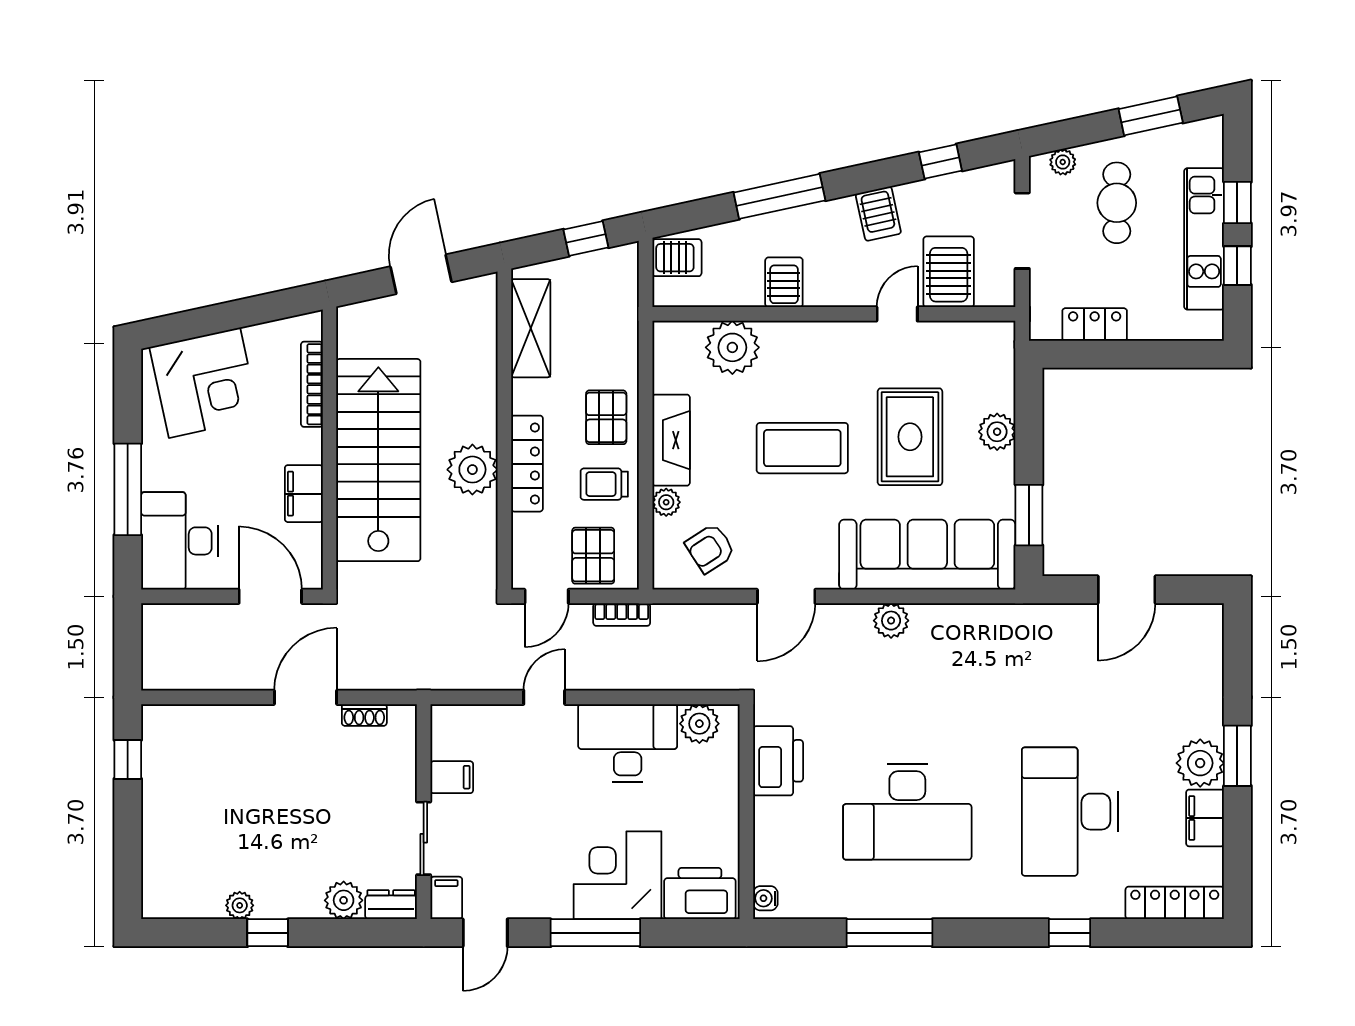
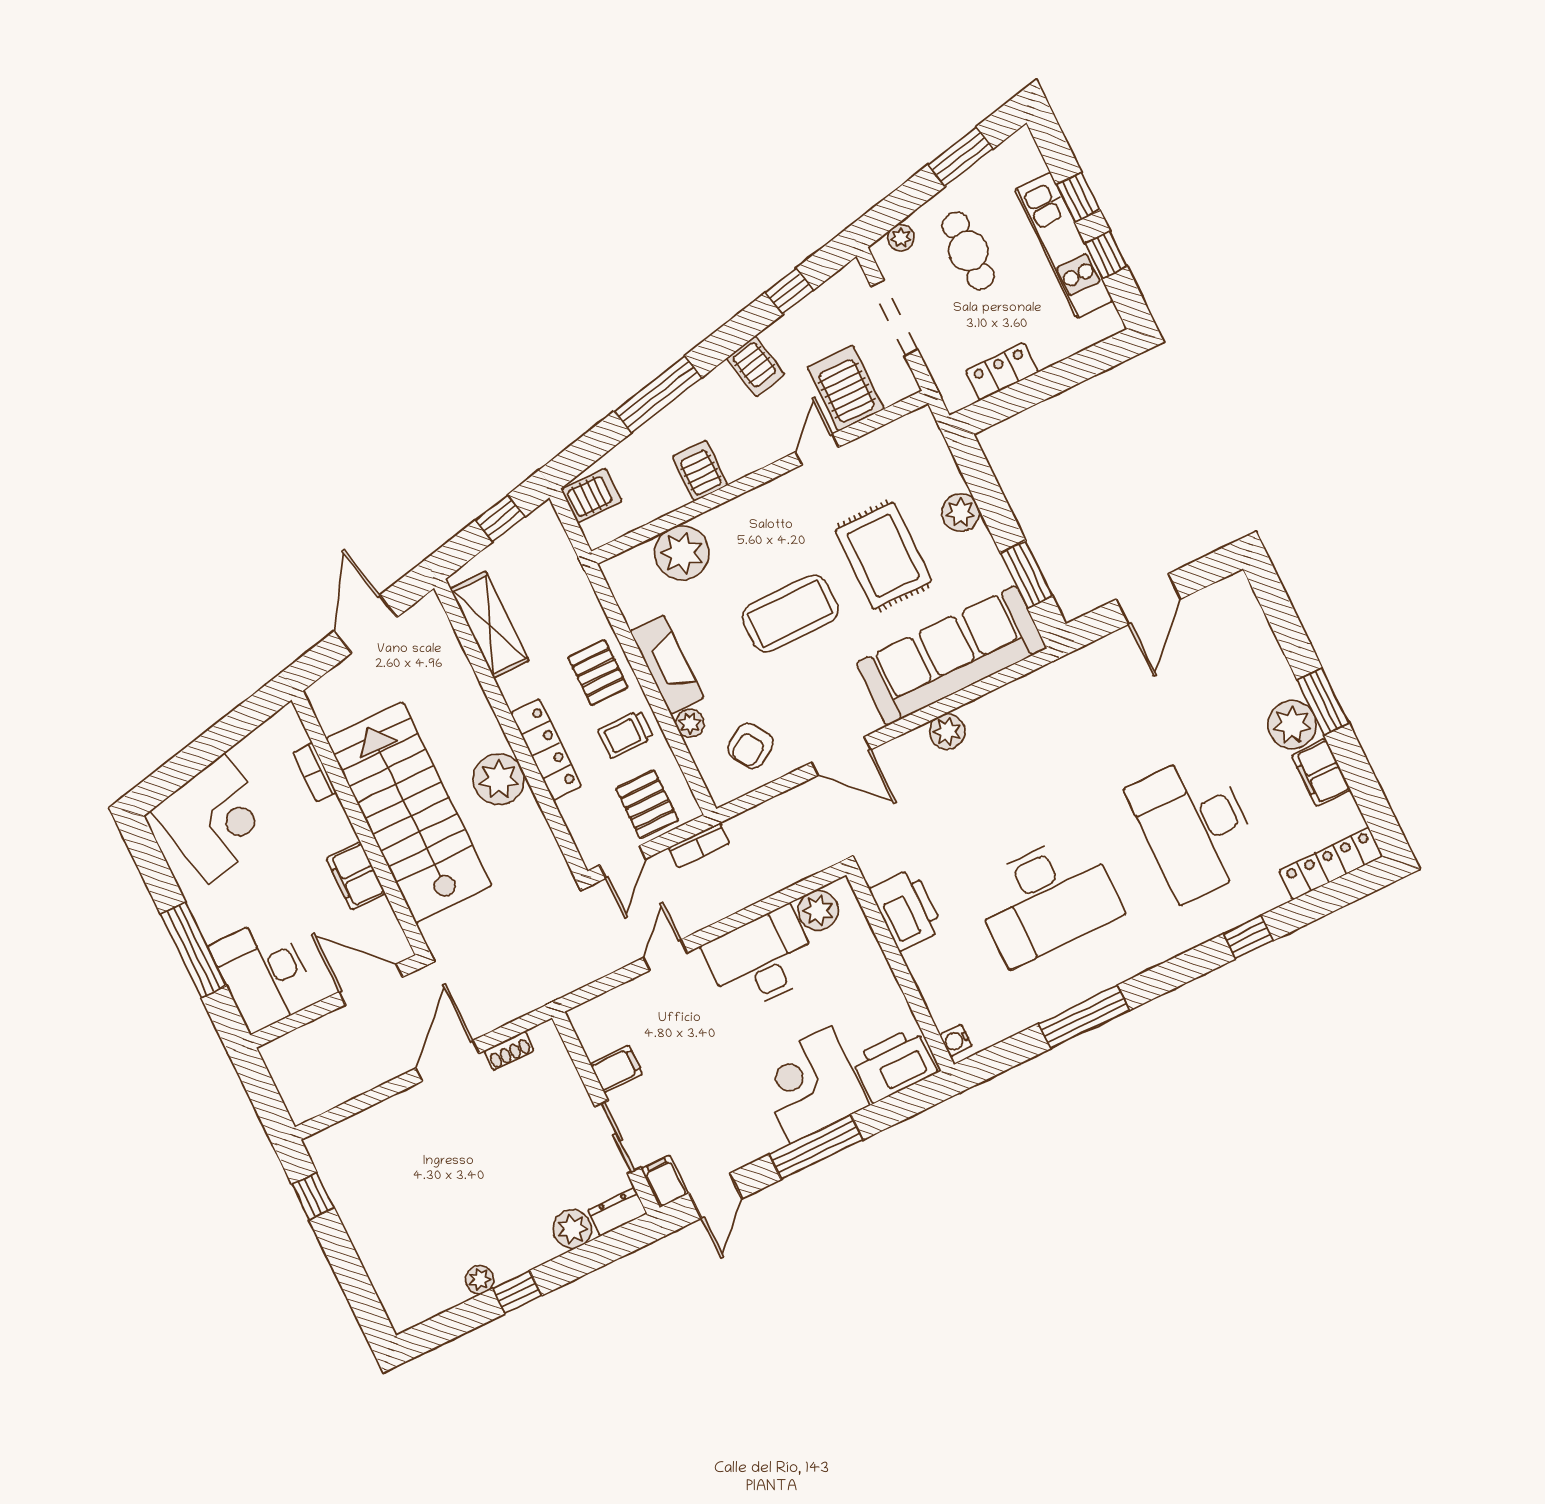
bookcase: (312, 384) -> (315, 773), width x0.64
door: (786, 596) -> (841, 756), hinge flipped

